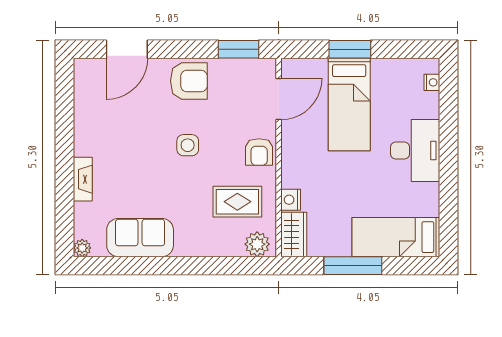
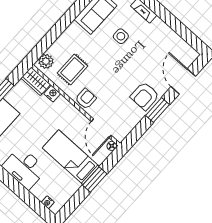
window: (238, 49) -> (157, 110), moved
floor lamp: (289, 66) -> (112, 146), added
side table: (188, 145) -> (121, 36), moved
armchair: (259, 152) -> (86, 99), turned 90

